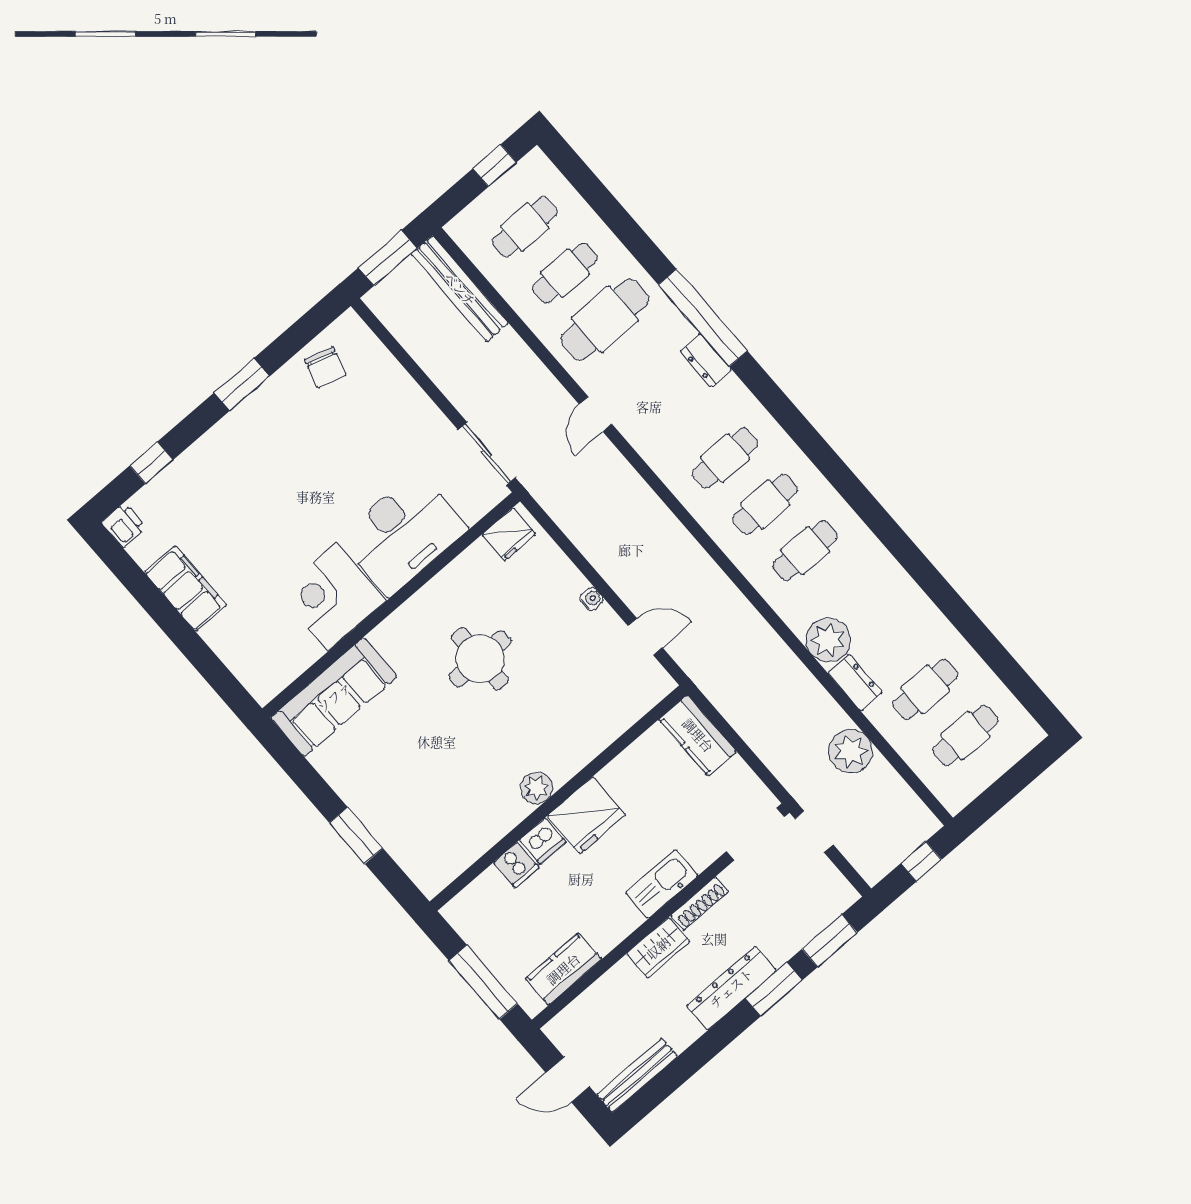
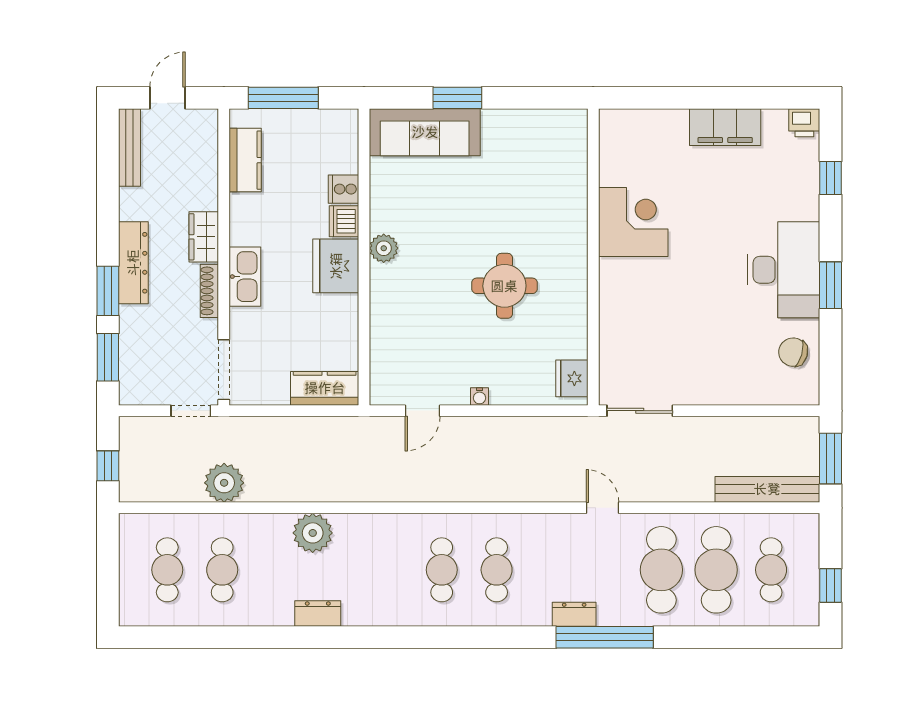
cafe table: (565, 273) -> (716, 570), width x1.37, depth x1.35
desk: (403, 534) -> (784, 270), moved, turned 180
cafe table: (805, 551) -> (387, 570), removed
dresser: (855, 683) -> (318, 614), moved, turned 180
sofa: (334, 697) -> (425, 132), moved, turned -90

